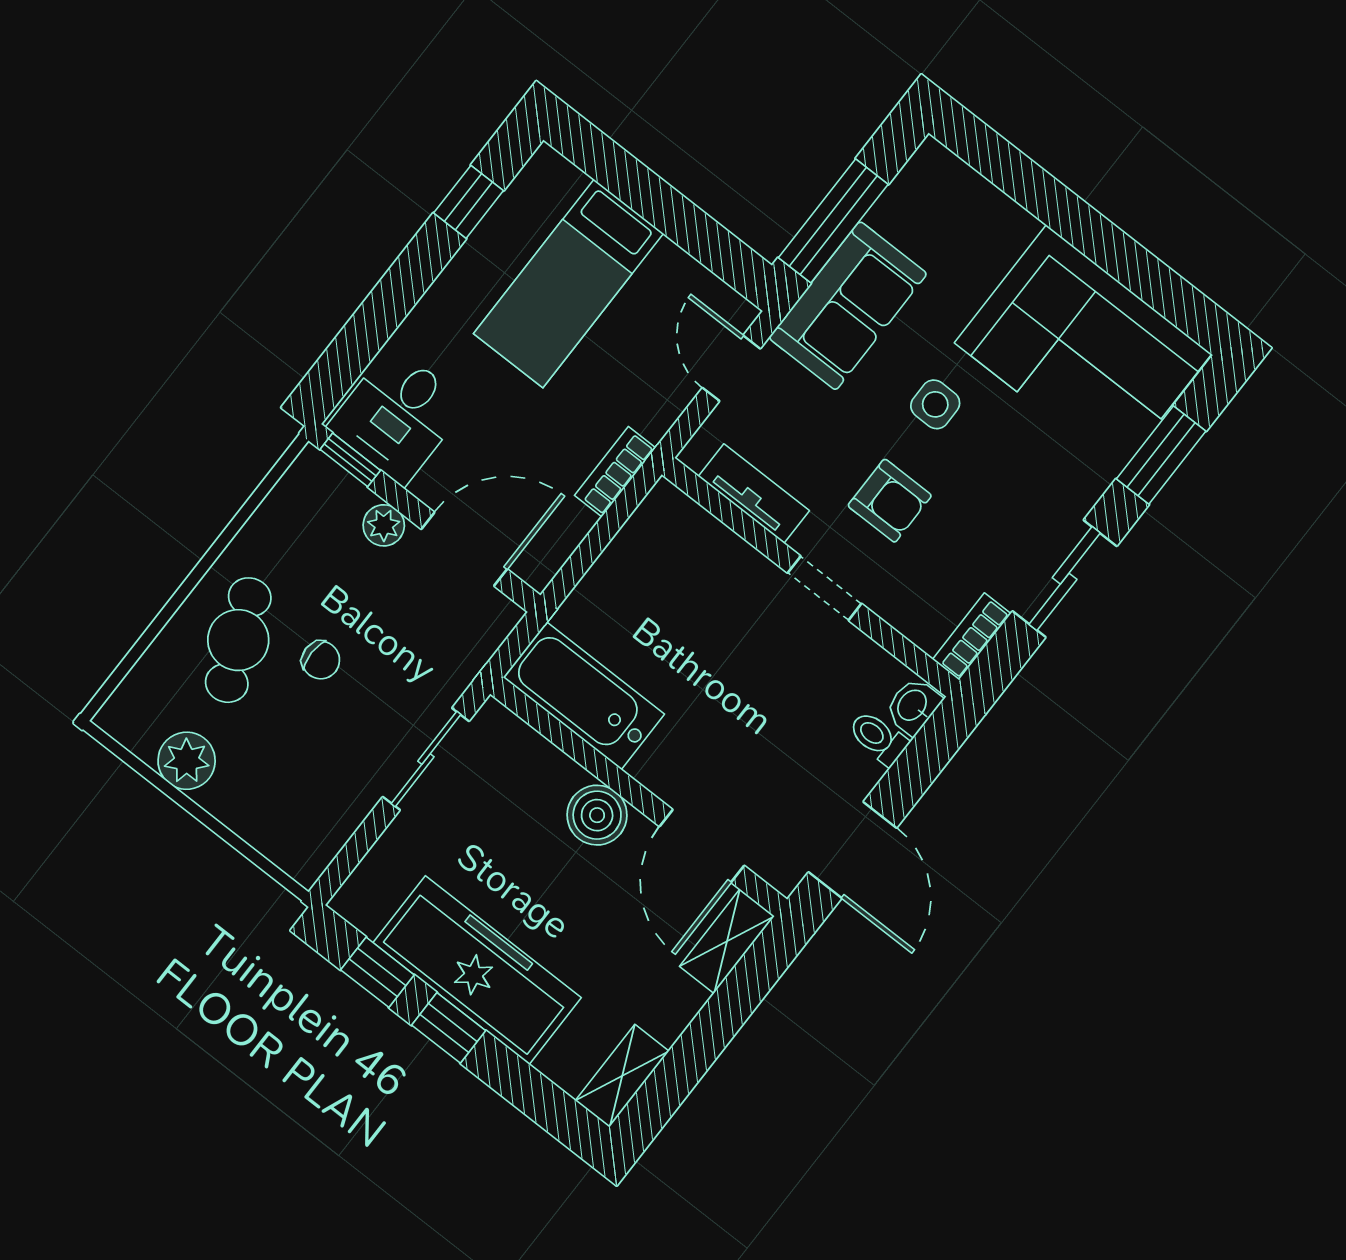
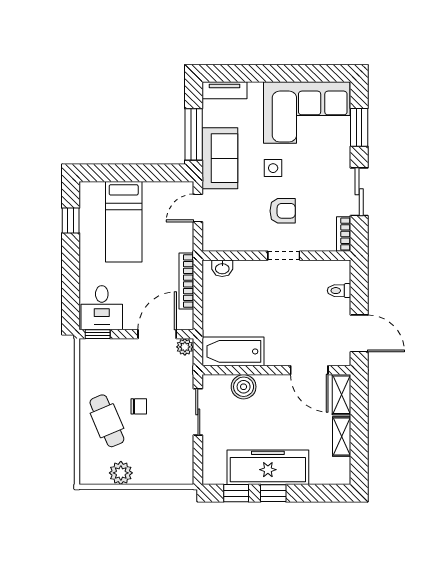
door: (731, 368) -> (198, 208), hinge flipped
bookcase: (615, 472) -> (186, 281), width x1.56
tv unit: (754, 494) -> (224, 90), moved, turned 180
plant: (384, 525) -> (185, 347), moved
washbasin: (913, 706) -> (222, 268), moved, turned -90
boiler: (597, 815) -> (244, 387), moved
shelving: (622, 1076) -> (342, 437), moved

